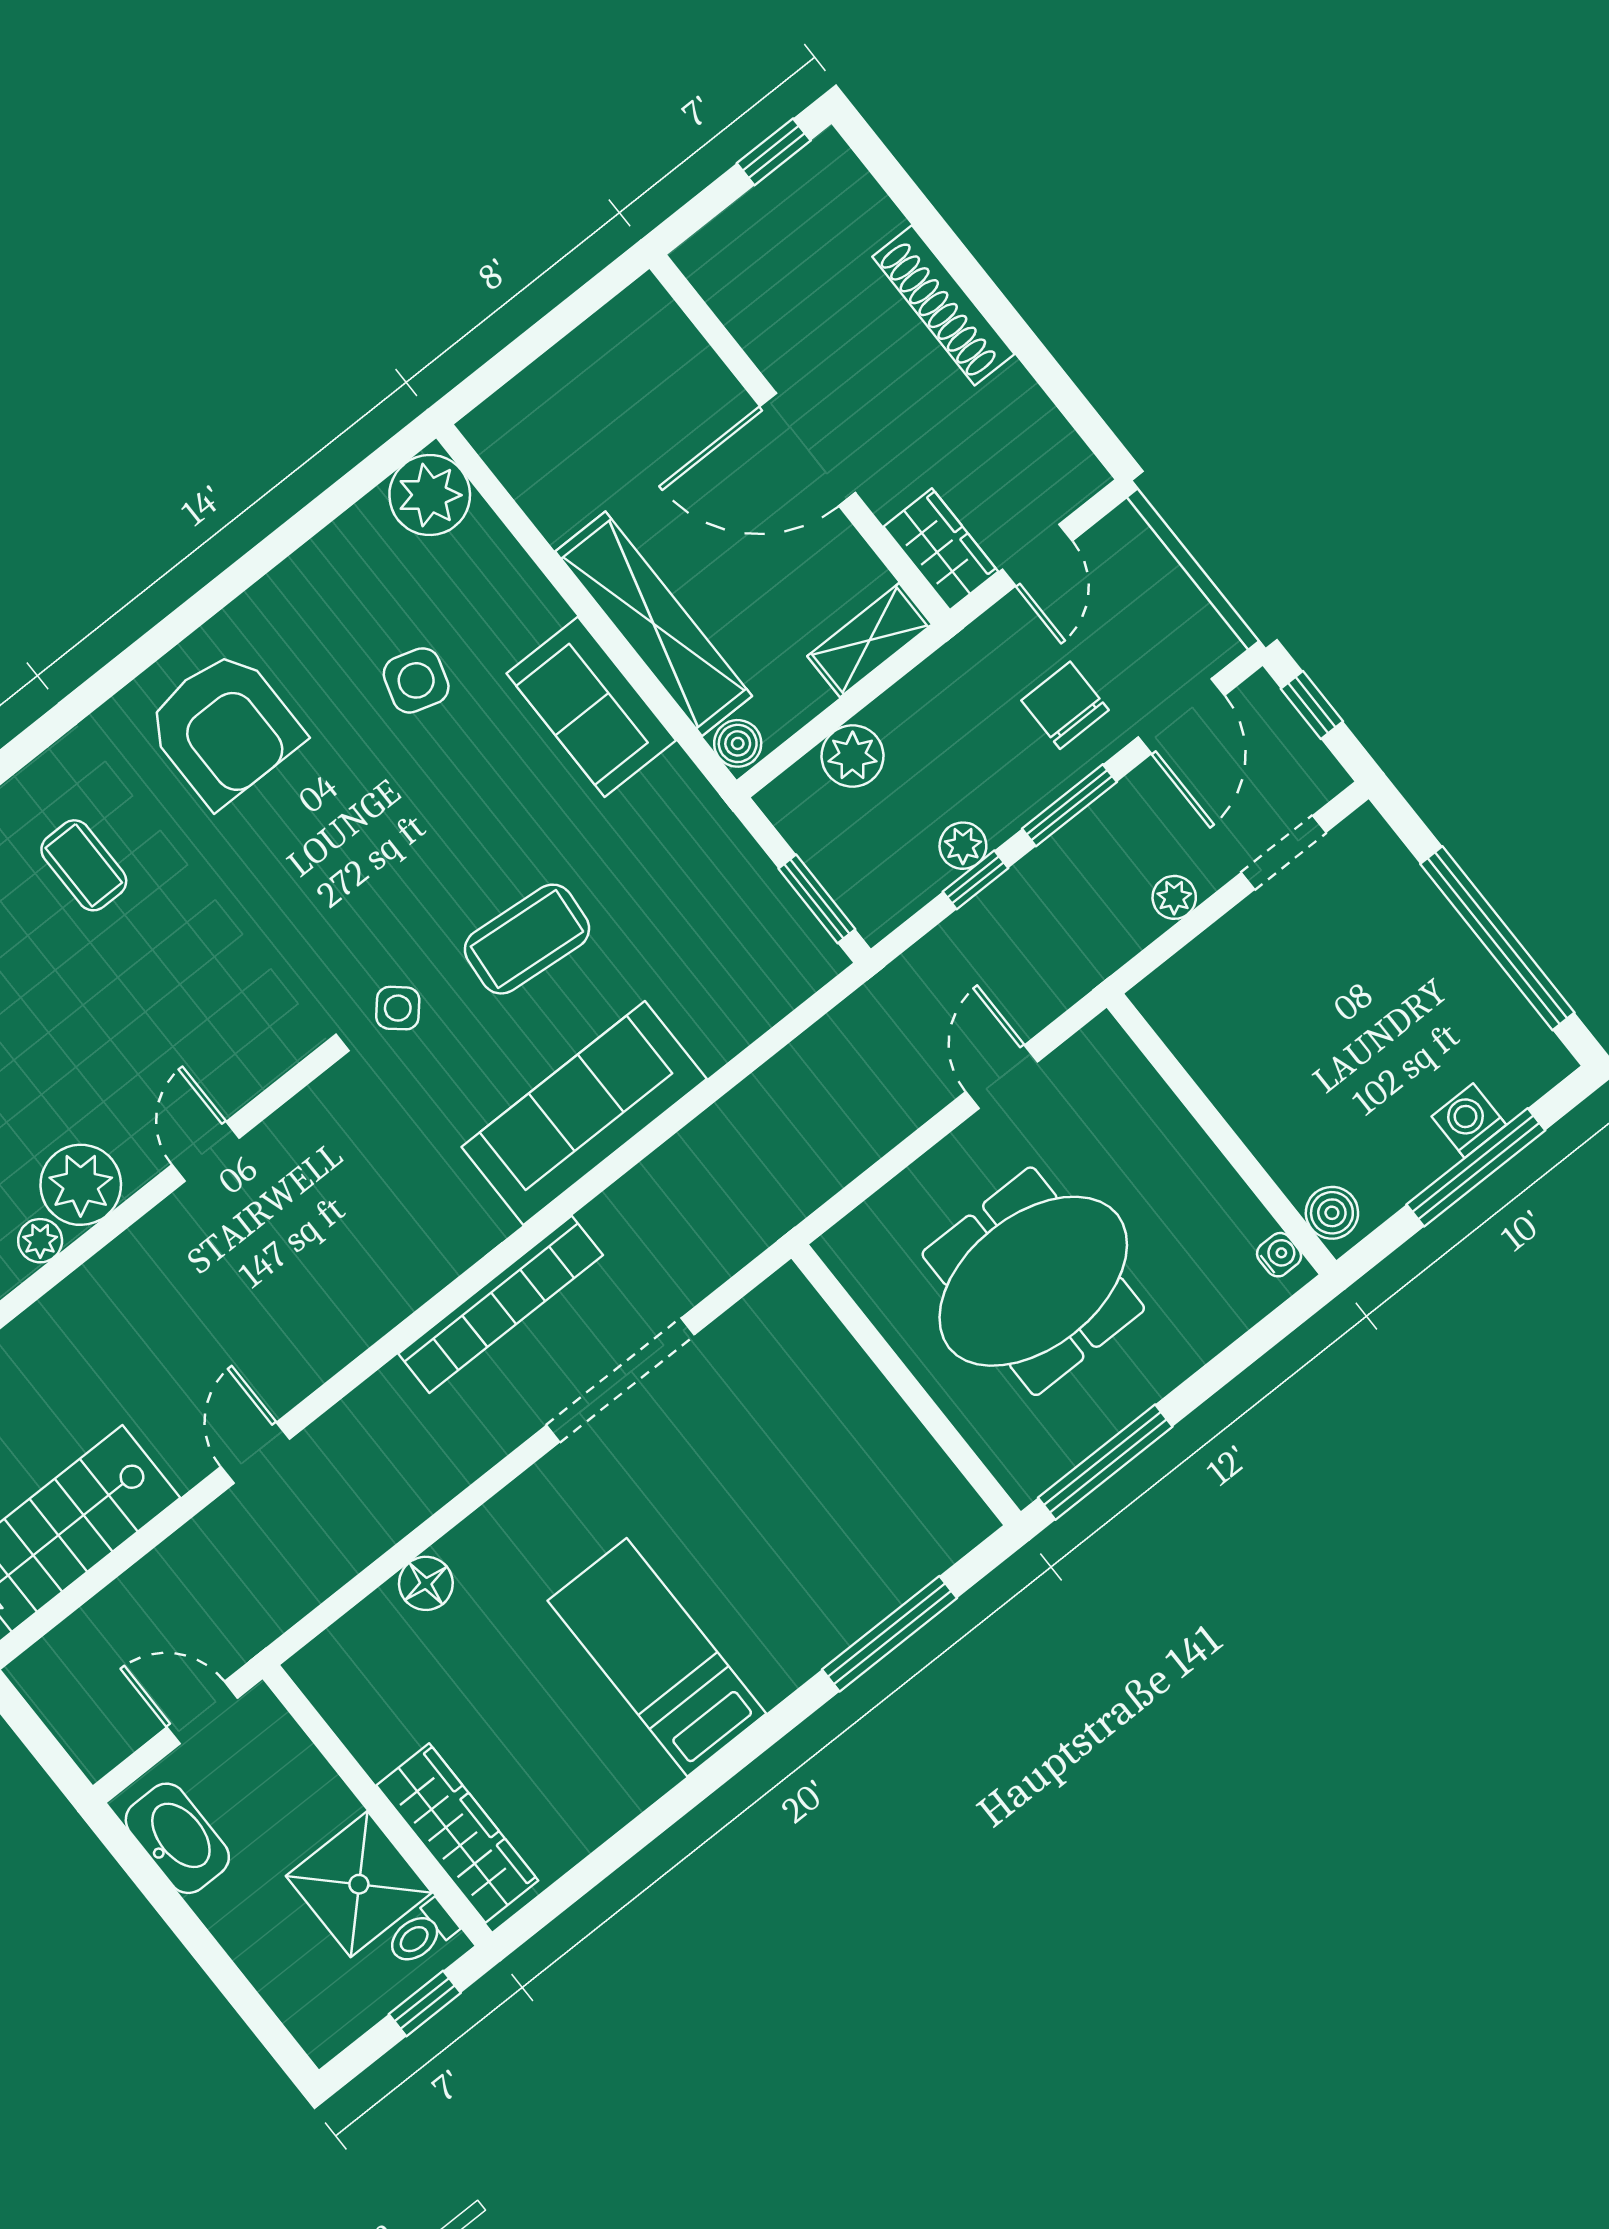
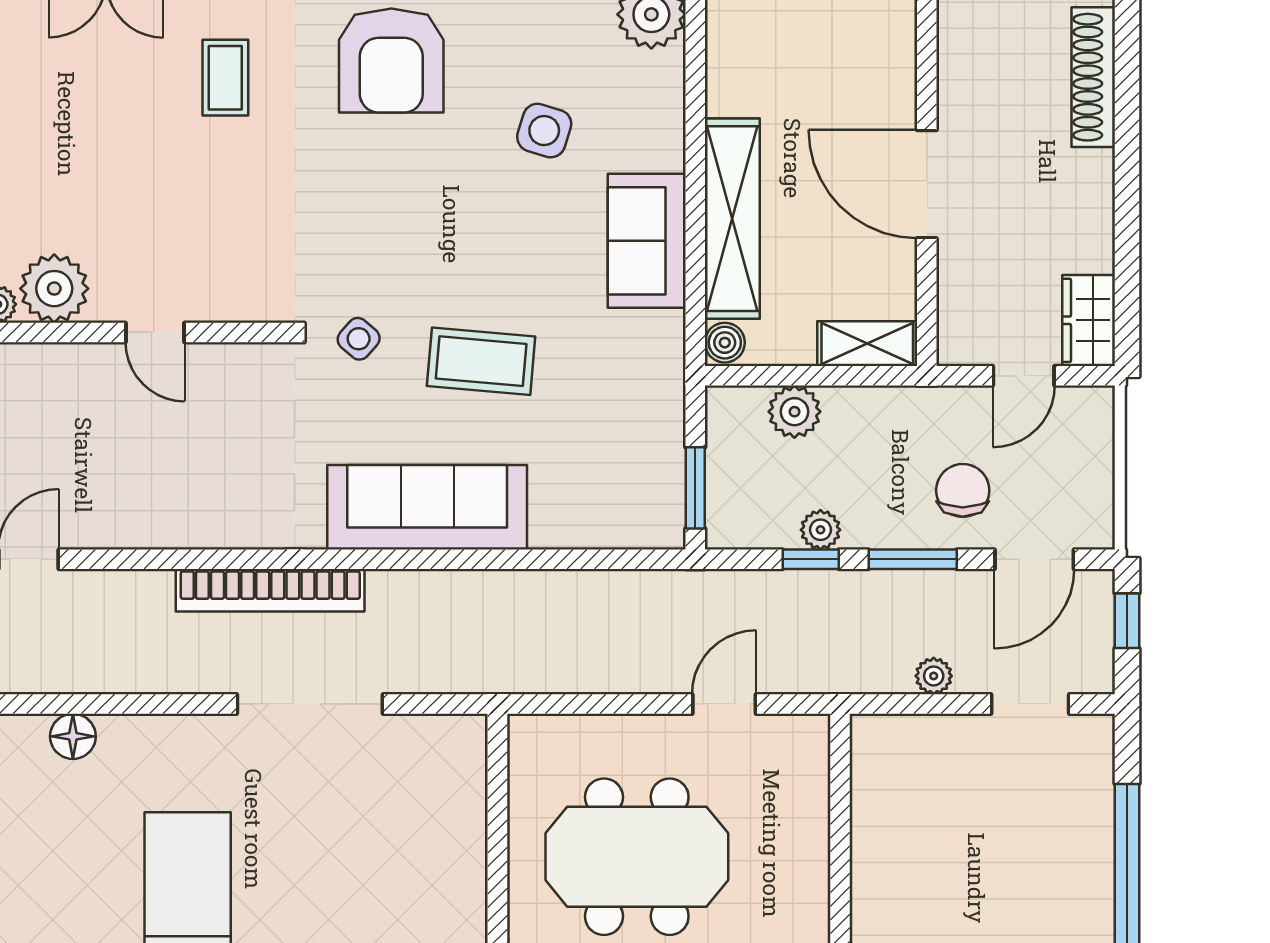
shoe rack: (943, 305) -> (1093, 77), moved
wardrobe: (941, 549) -> (1089, 320), moved, turned 180
door: (206, 1151) -> (155, 332), swing flipped

